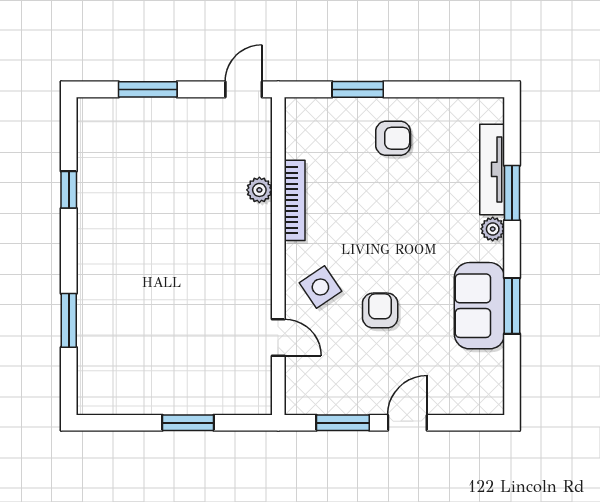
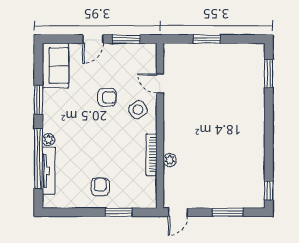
armchair: (393, 138) -> (100, 187), turned 90
window: (69, 190) -> (269, 191), moved
window: (512, 193) -> (38, 158), width x2.11
sofa: (479, 306) -> (55, 66), moved
armchair: (380, 310) -> (107, 97), turned -90
window: (69, 320) -> (269, 74), moved

